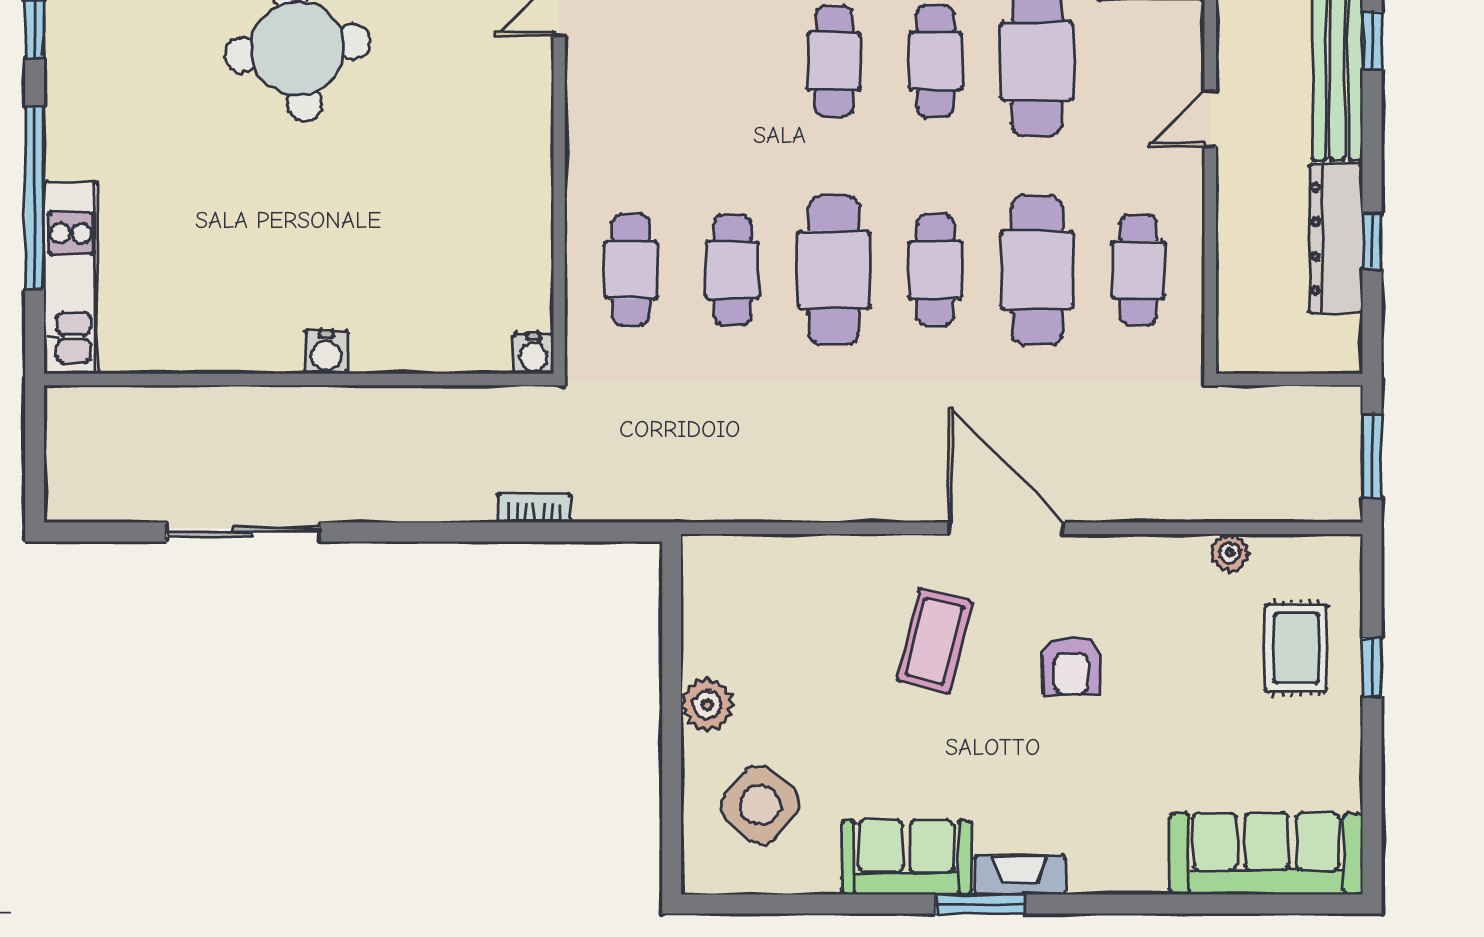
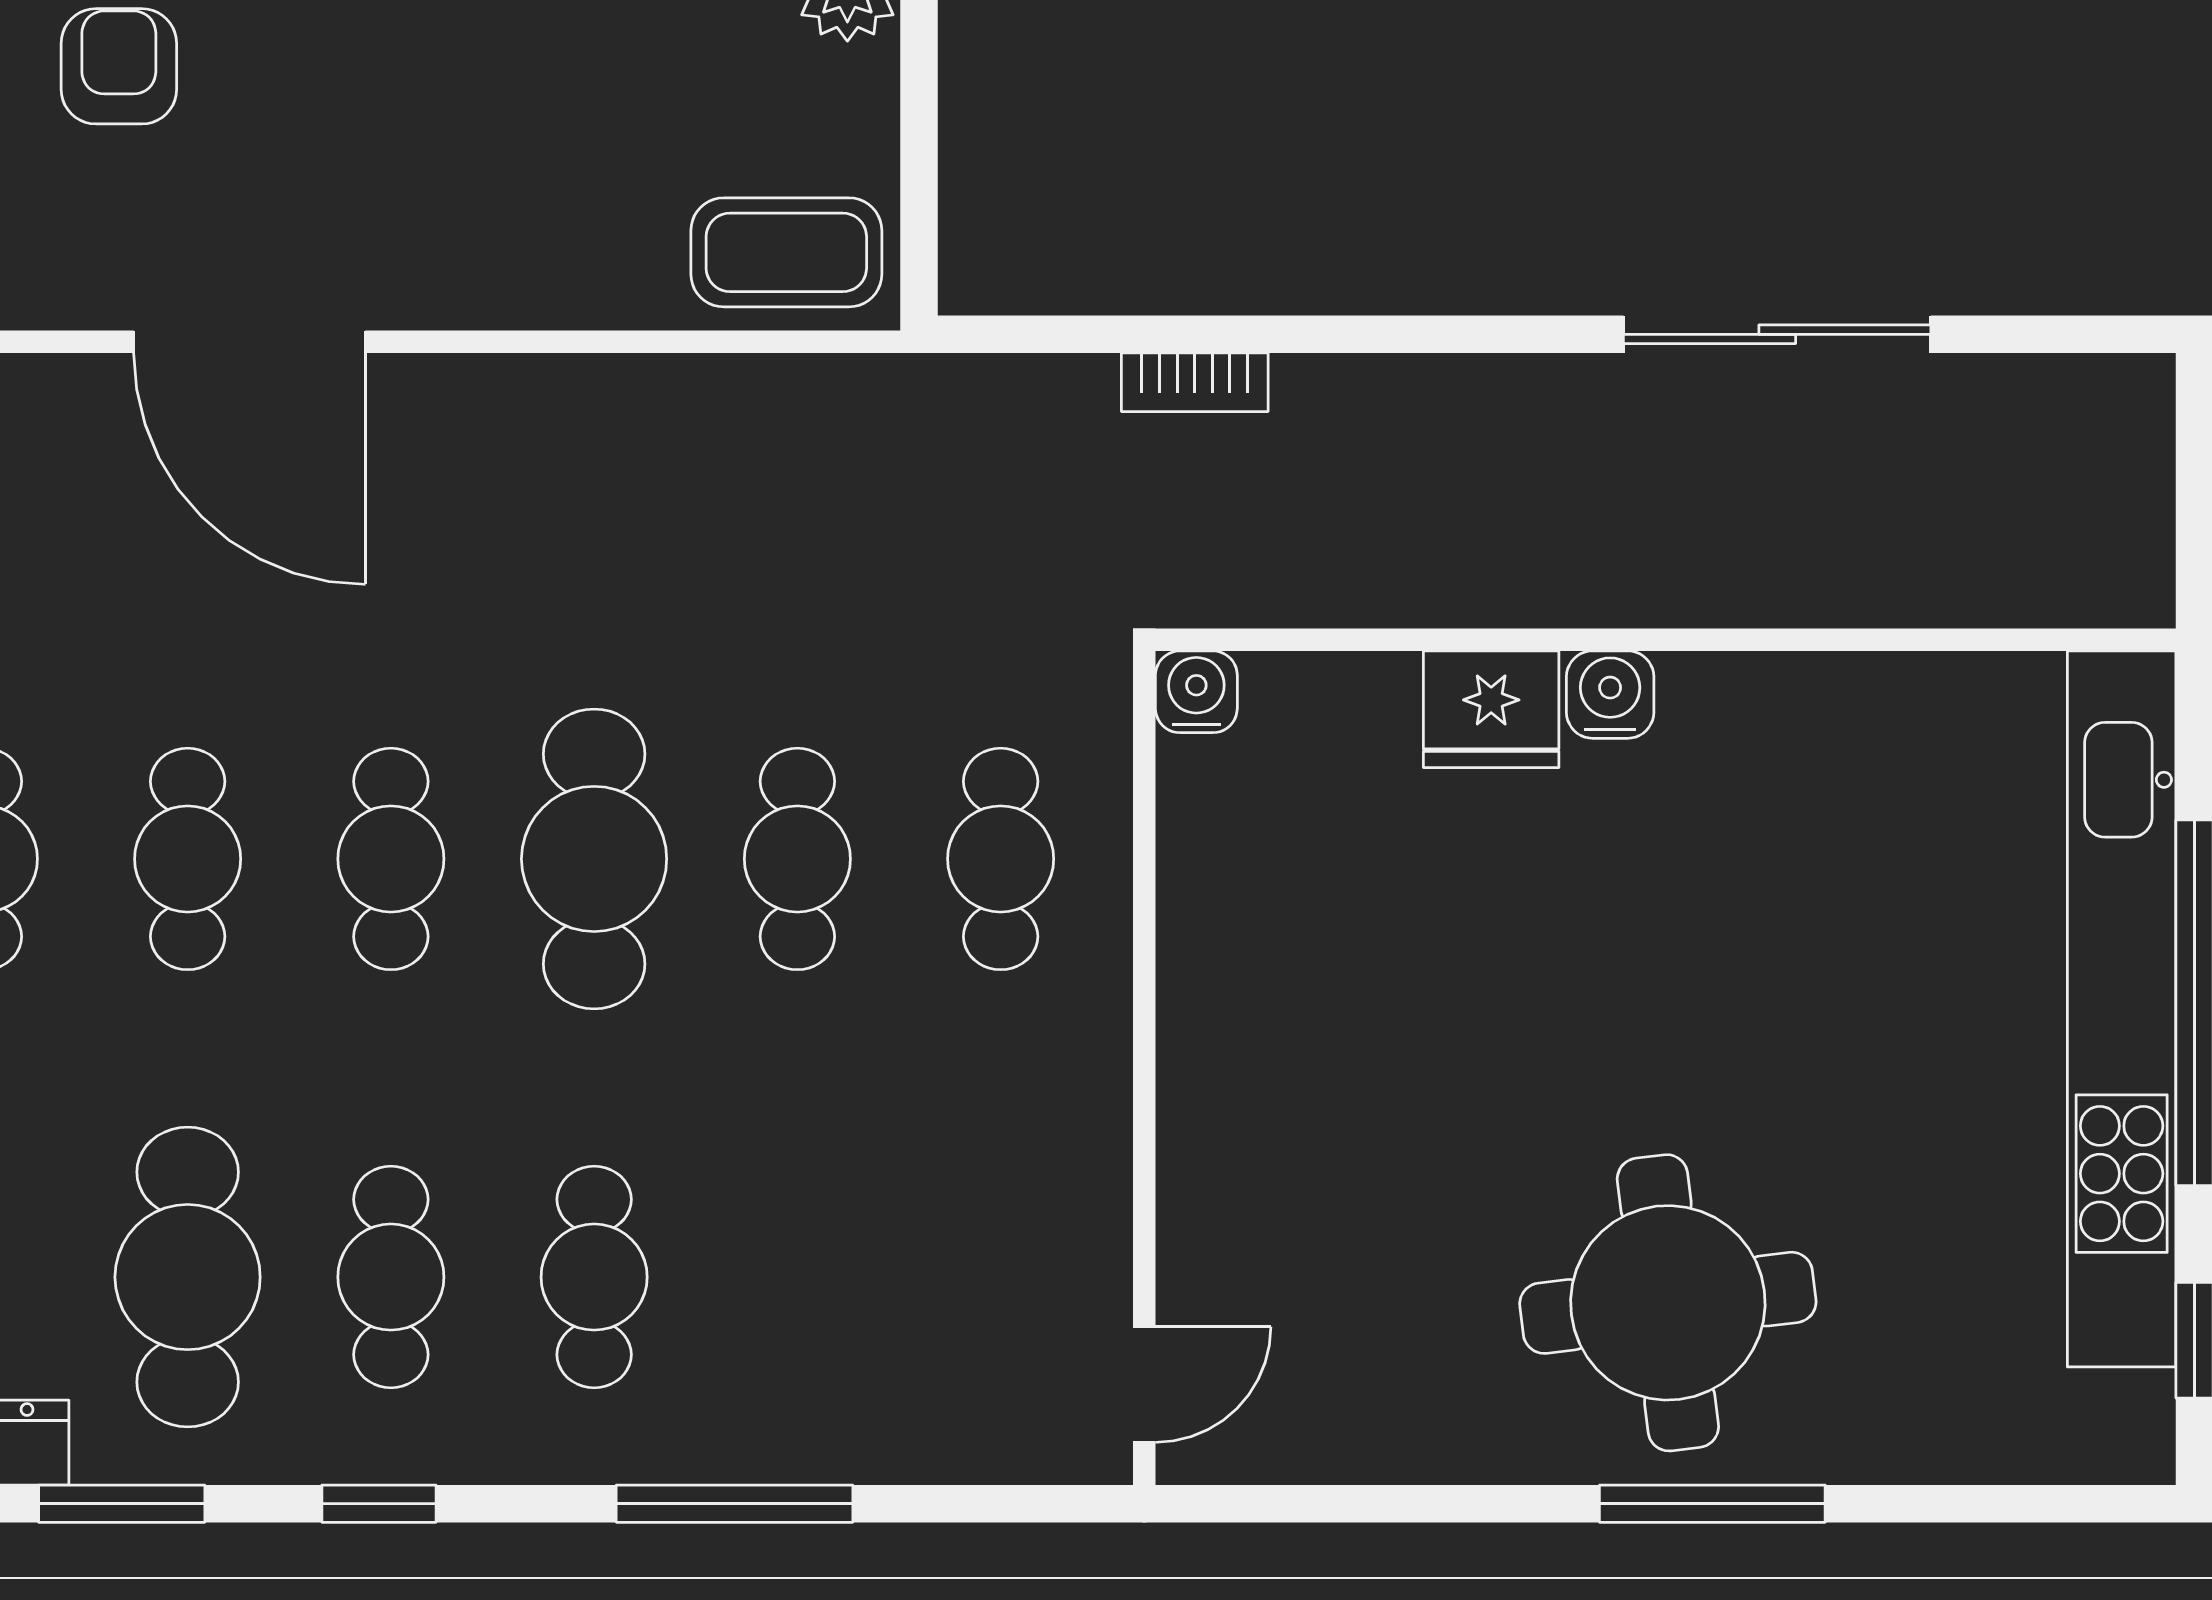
cafe table: (1037, 270) -> (188, 859), width x0.73, depth x0.74
kitchen unit: (71, 278) -> (2122, 1009), width x1.86
fridge: (386, 345) -> (1491, 709), added
coffee table: (934, 641) -> (786, 252), moved, turned 76

